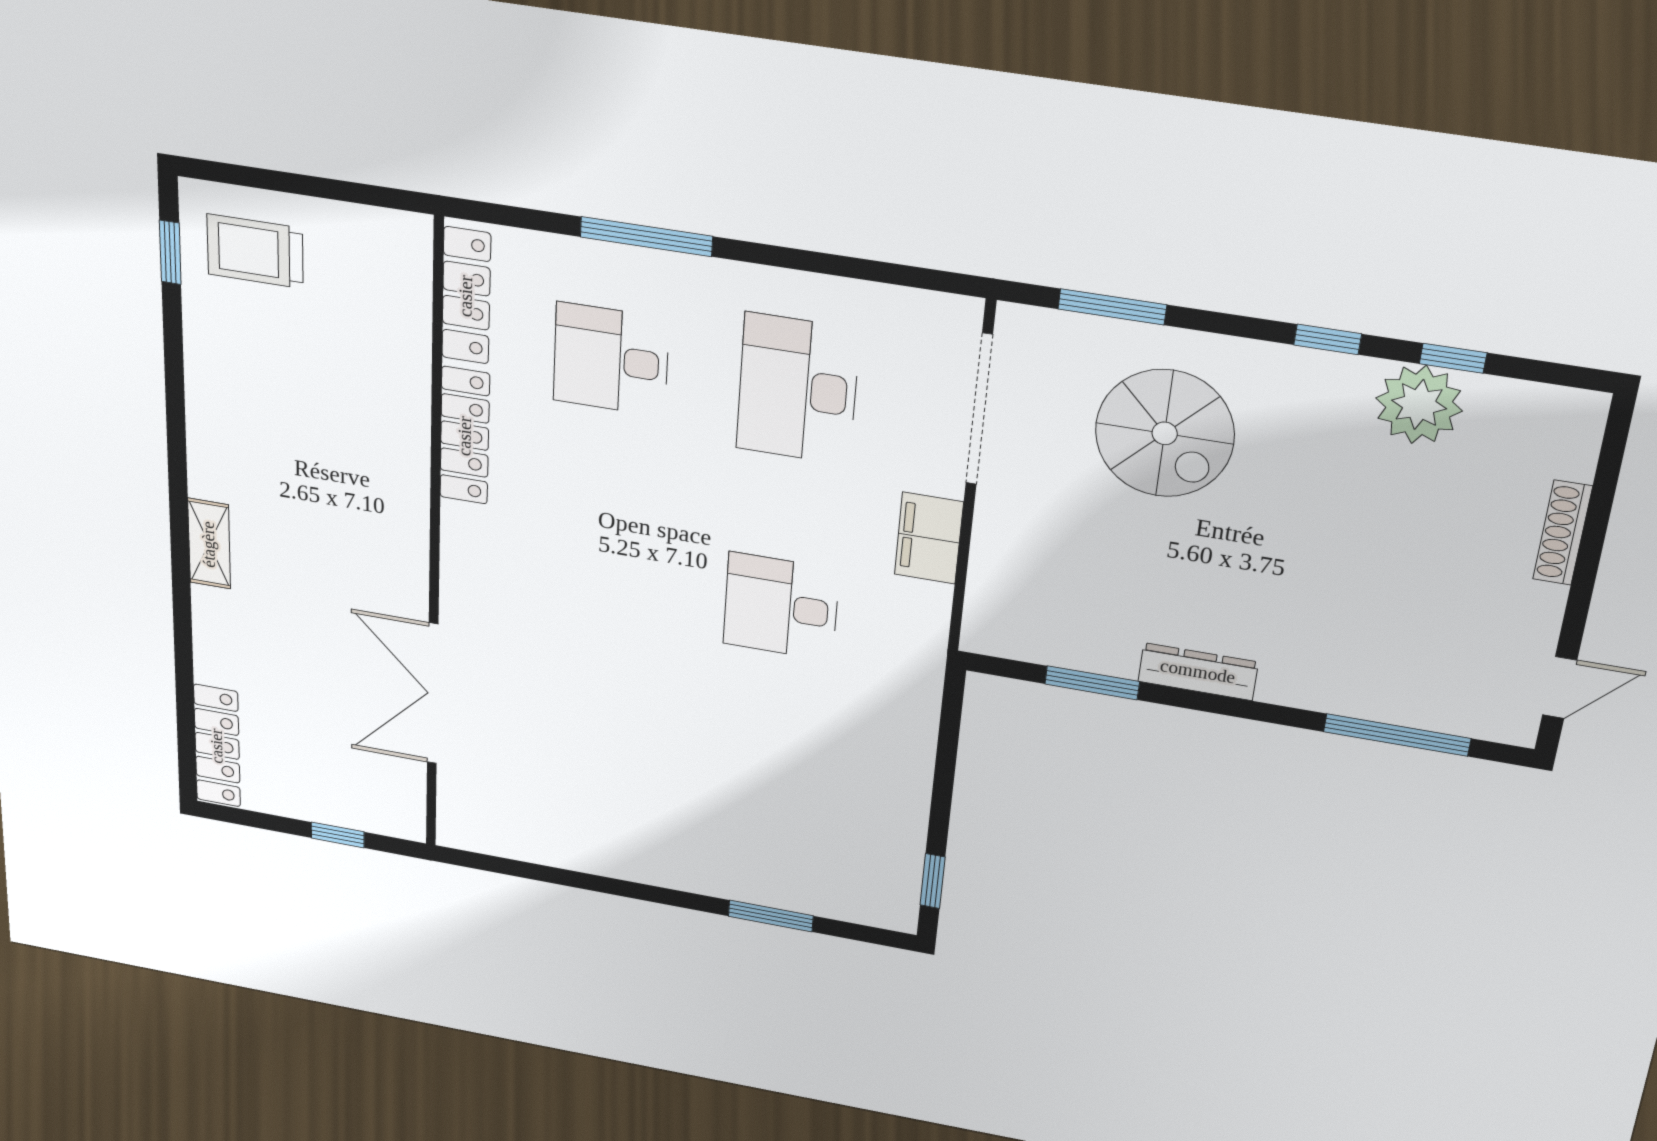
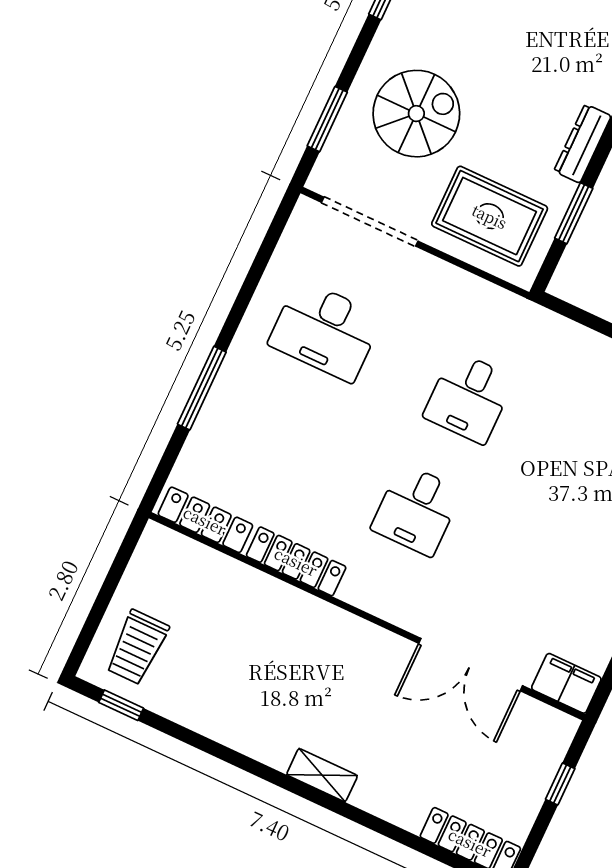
desk: (611, 360) -> (417, 510), moved
filing cabinet: (929, 538) -> (566, 683), moved, turned 180
rug: (1047, 572) -> (490, 216), added

